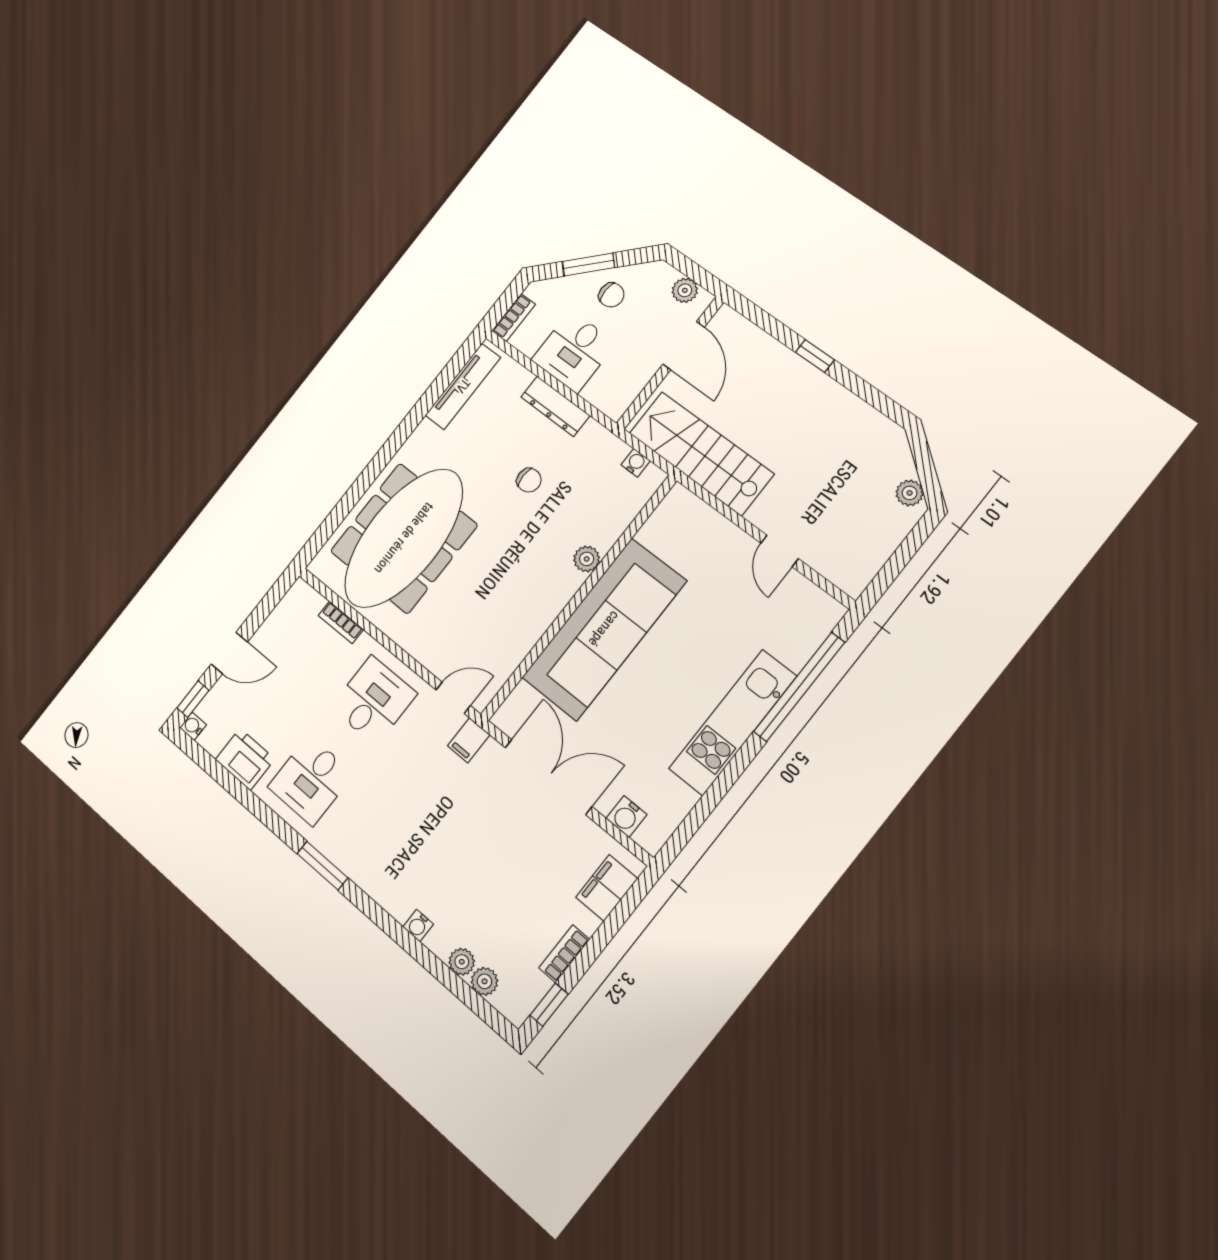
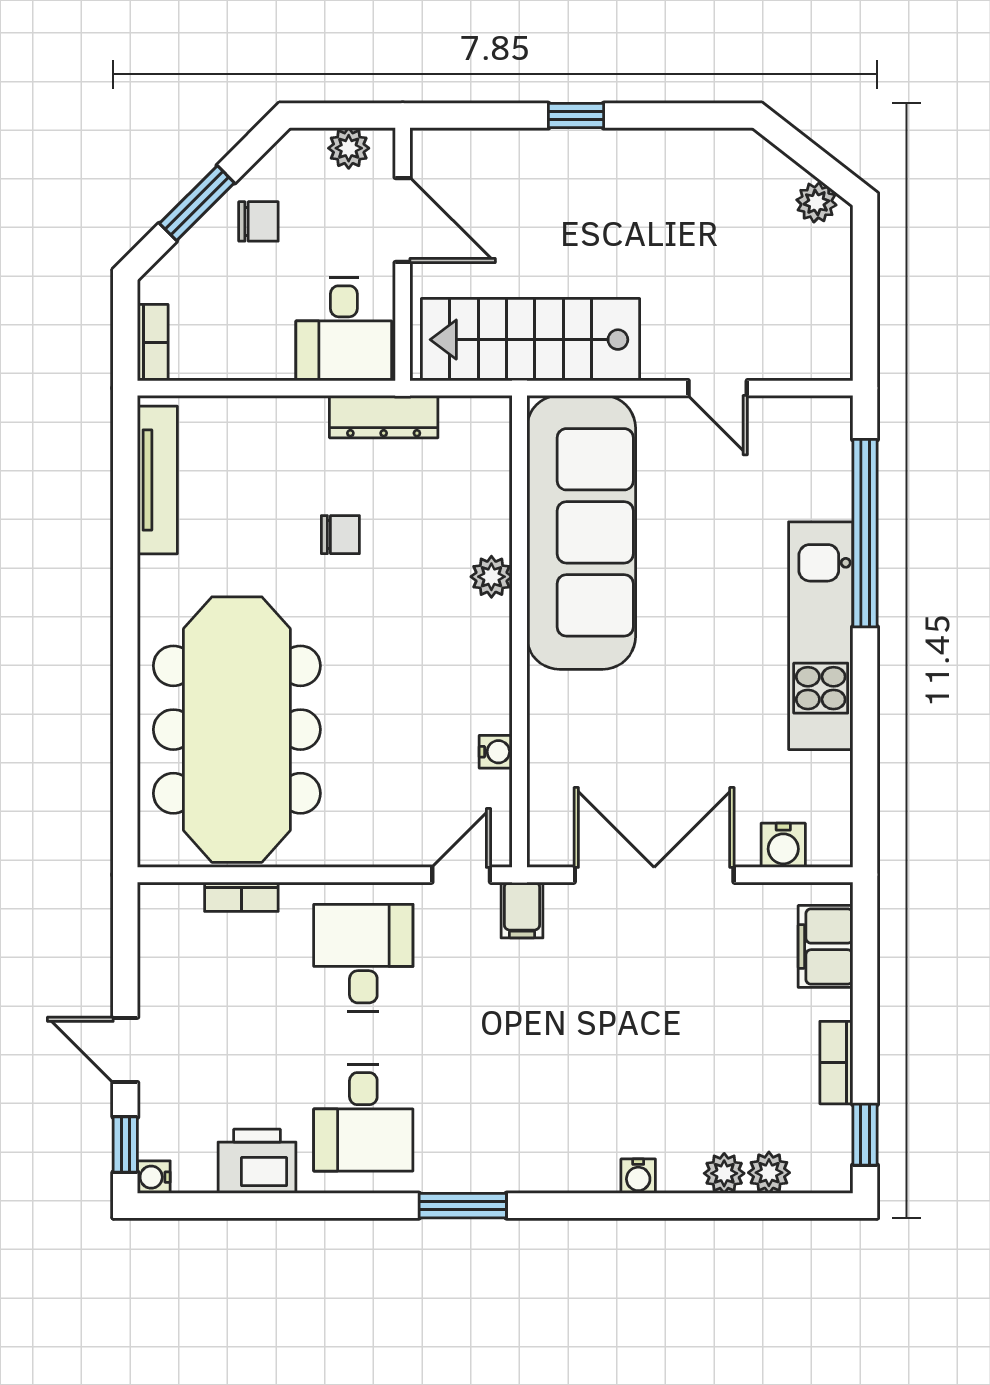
desk: (574, 351) -> (344, 329), moved
dresser: (555, 406) -> (384, 417), moved
water cooler: (636, 463) -> (496, 752), moved, turned 90
sofa: (604, 629) -> (581, 532), moved
door: (229, 653) -> (125, 1050), swing flipped

